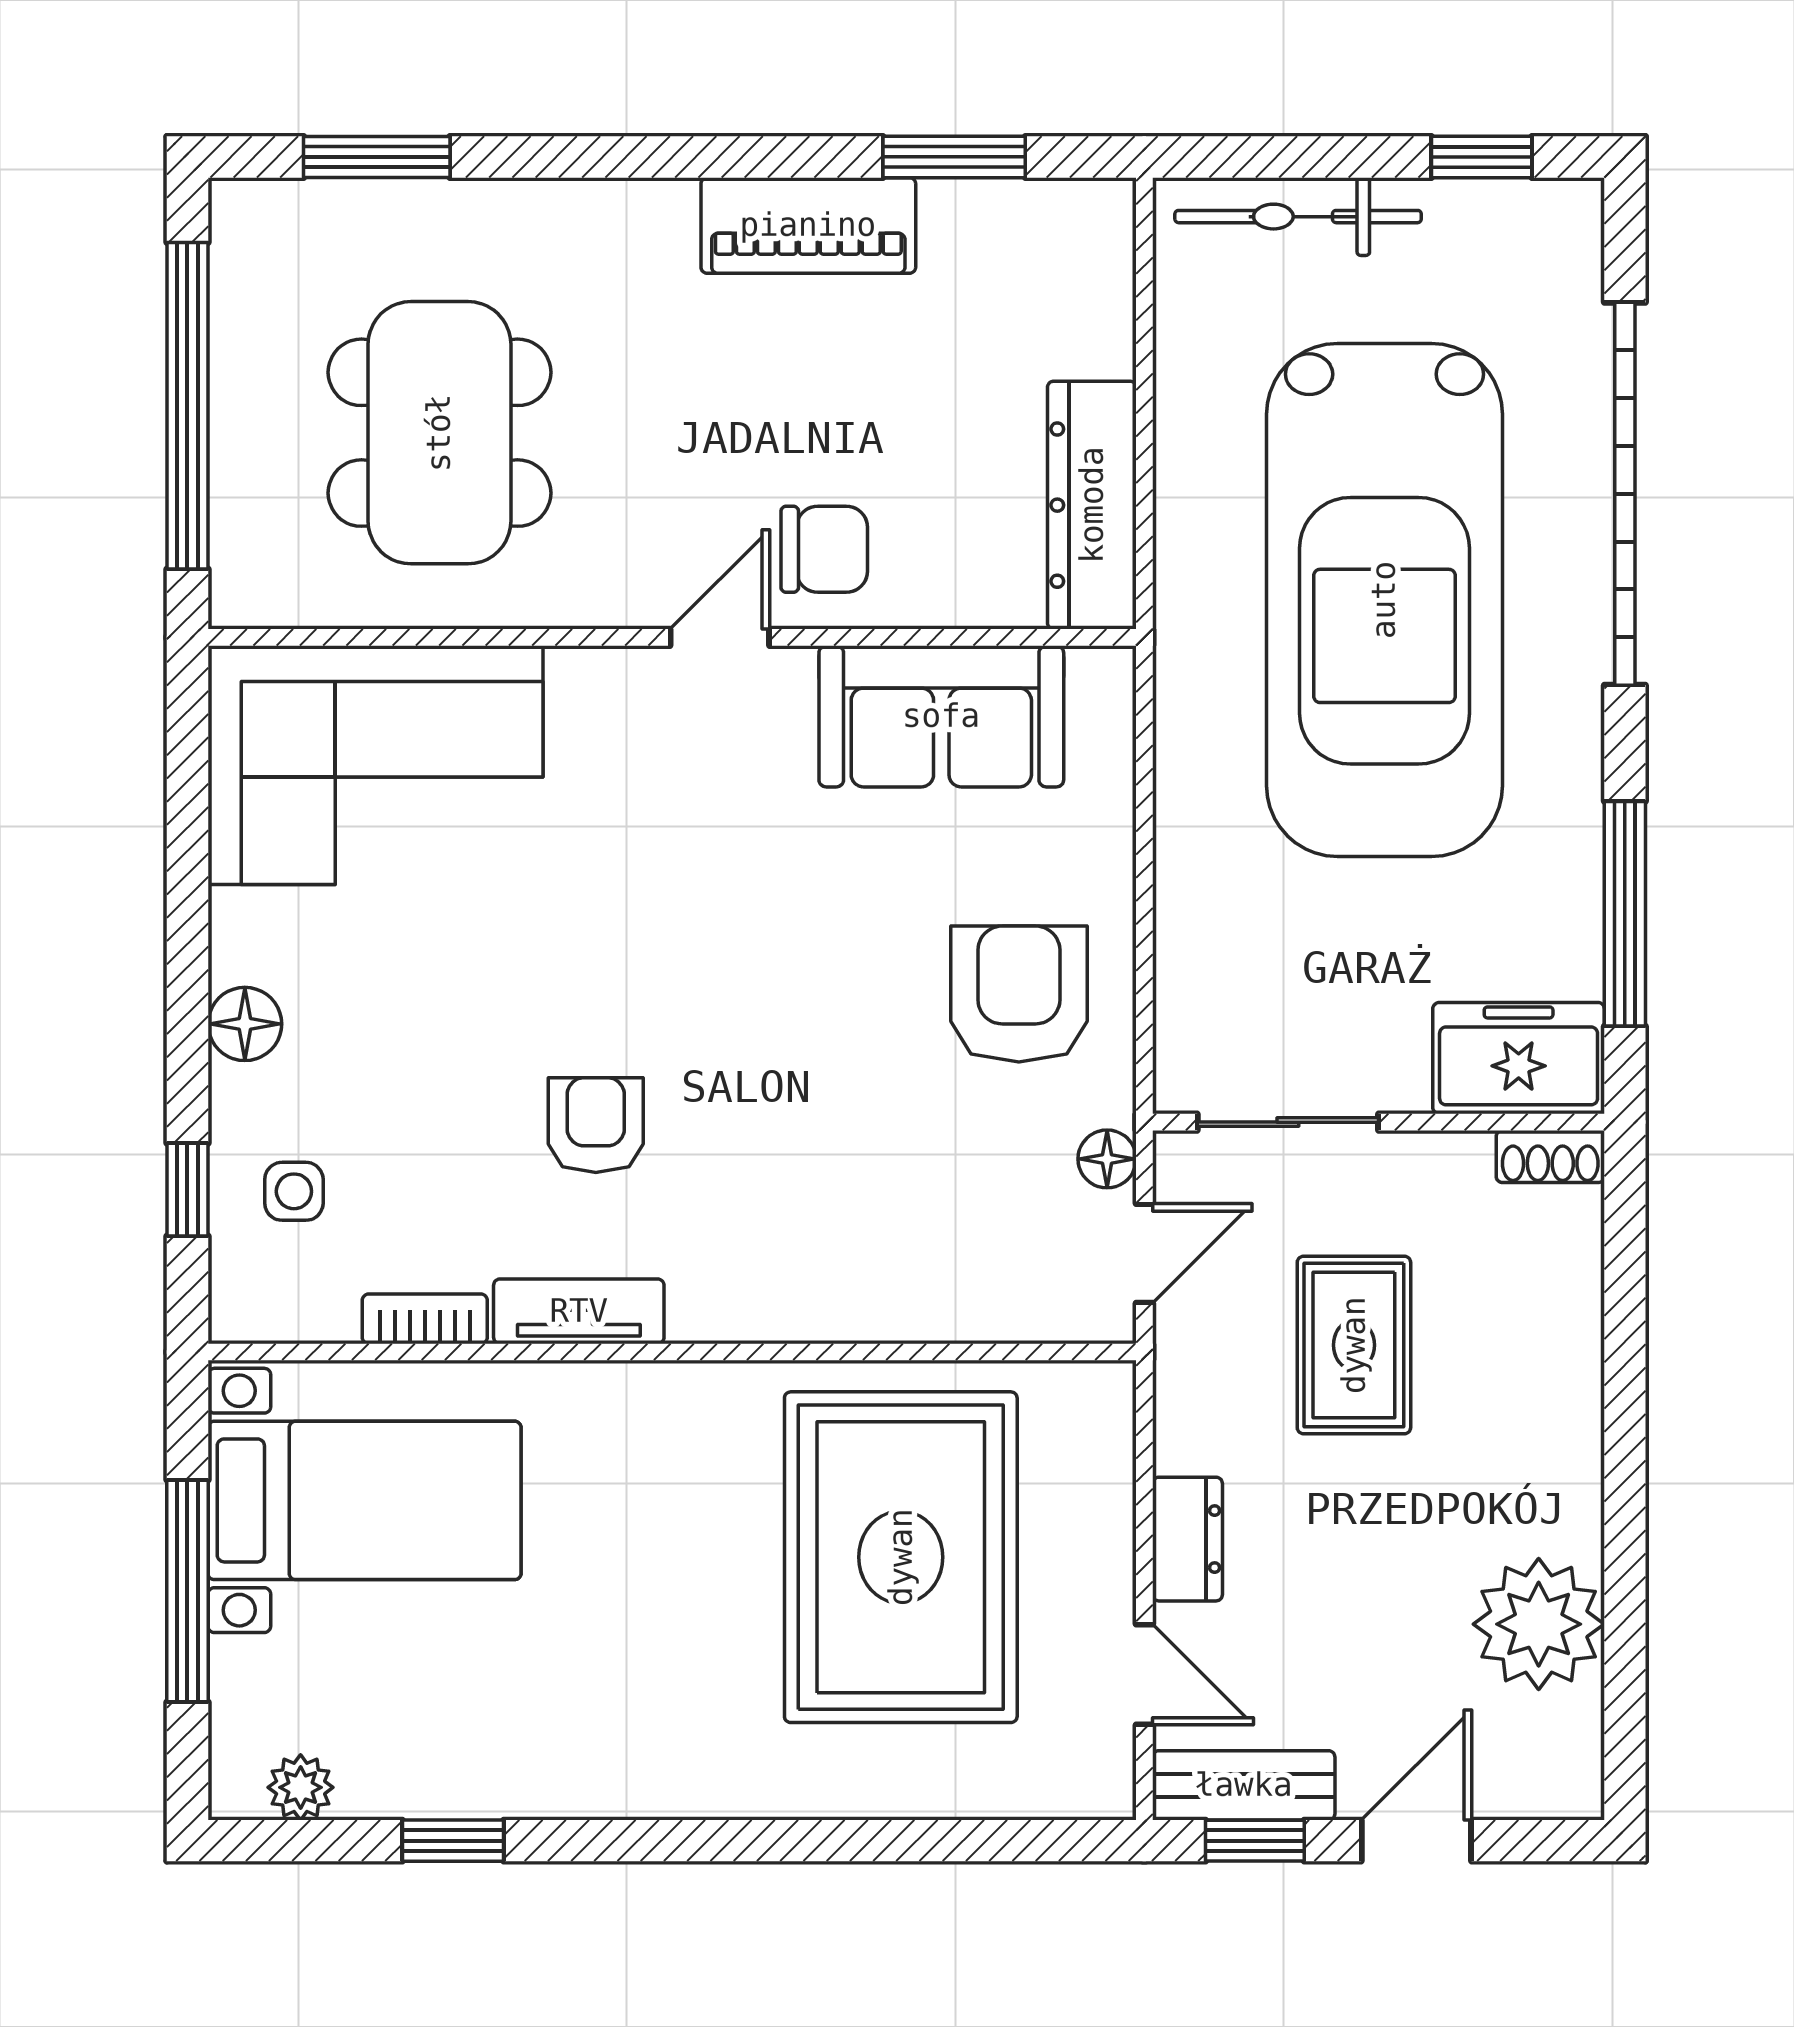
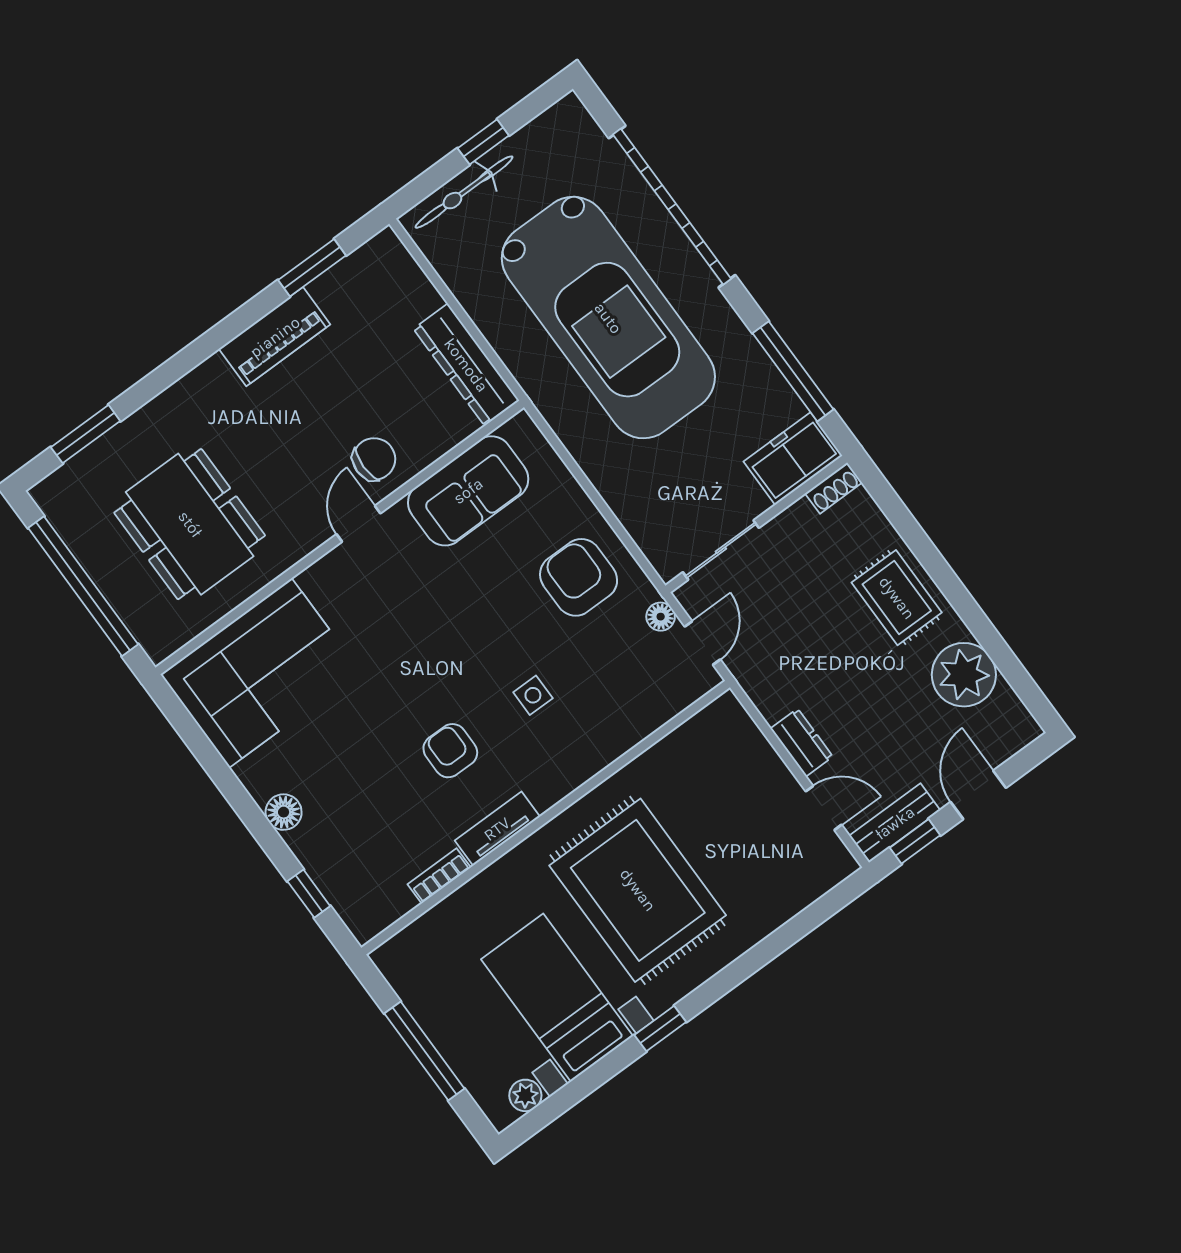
window: (1482, 157) -> (483, 142), moved
side table: (294, 1191) -> (533, 695), moved
rug: (1354, 1345) -> (897, 598), moved
bed with nightstands: (364, 1500) -> (557, 998), moved, turned -90
rug: (901, 1557) -> (638, 890), moved
window: (453, 1841) -> (660, 1028), moved

